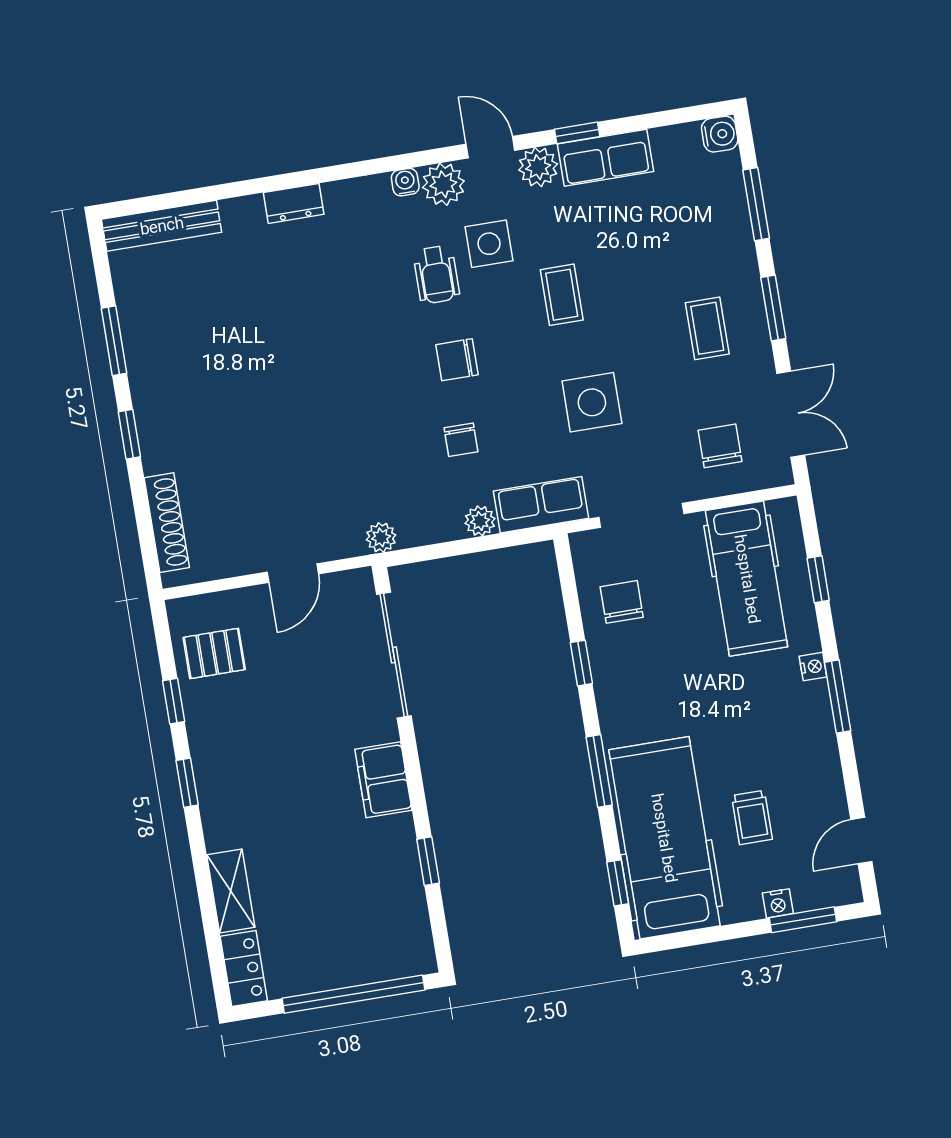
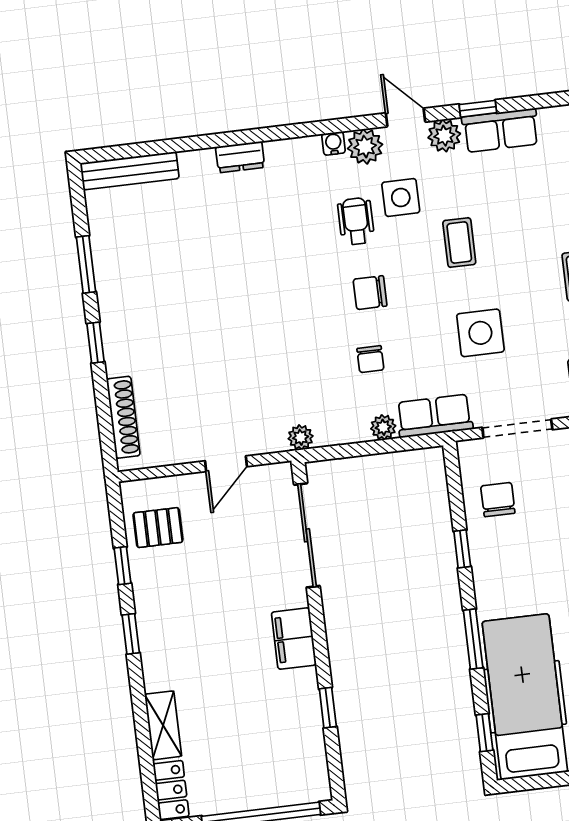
wheelchair: (436, 275) -> (356, 221), turned 180

